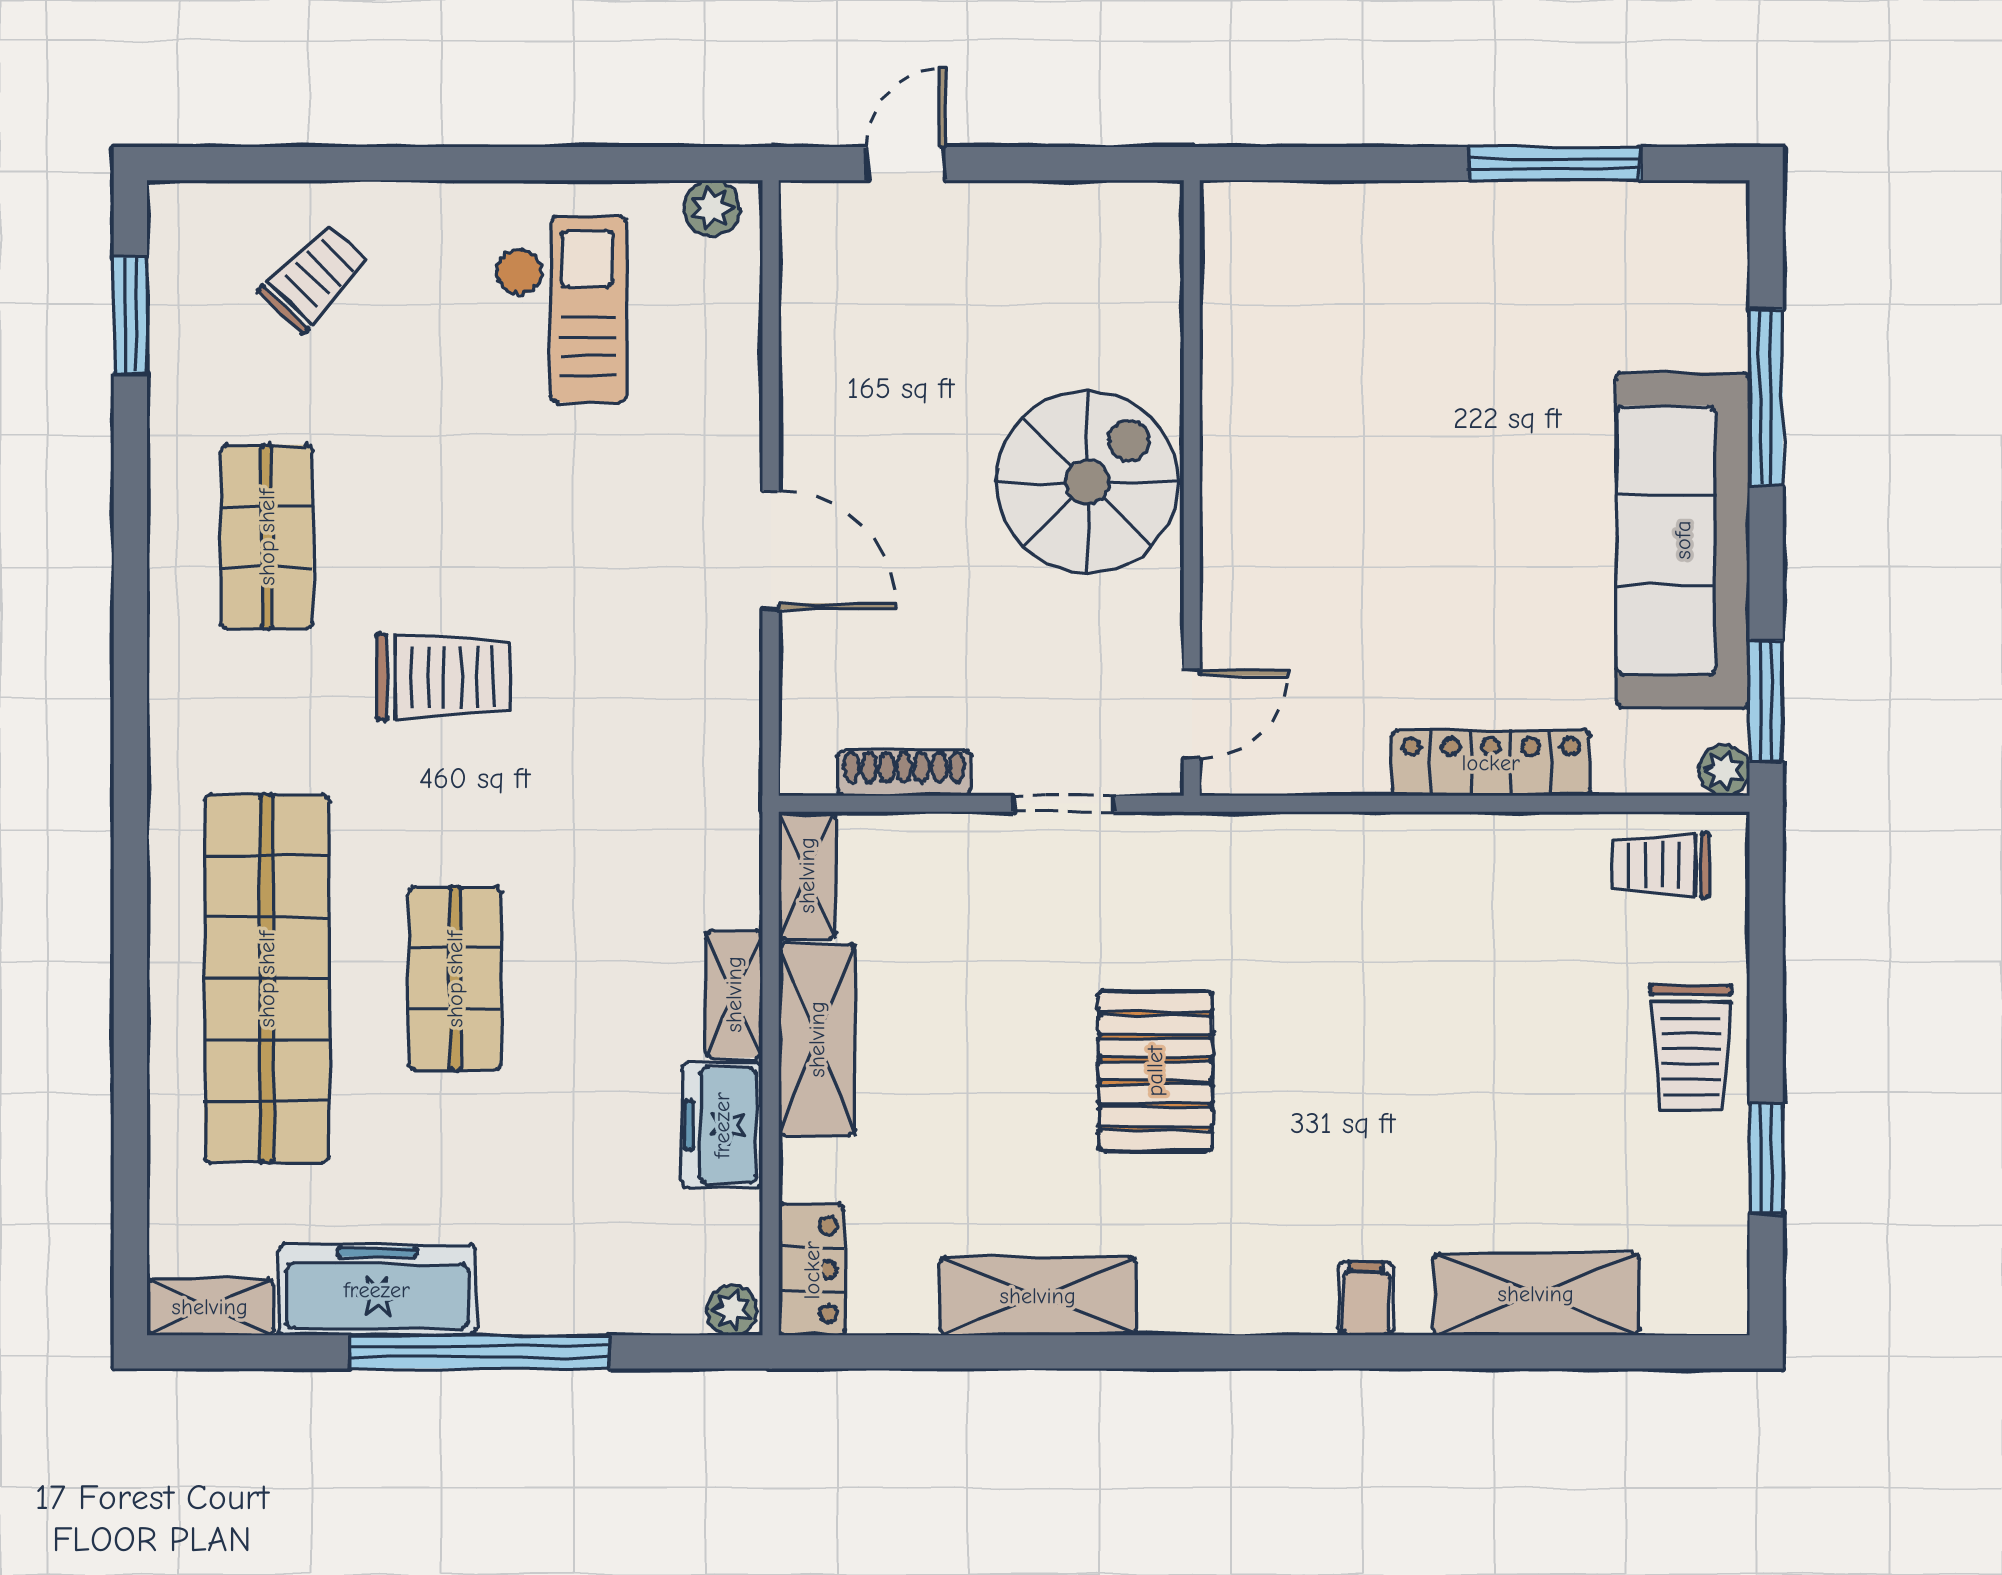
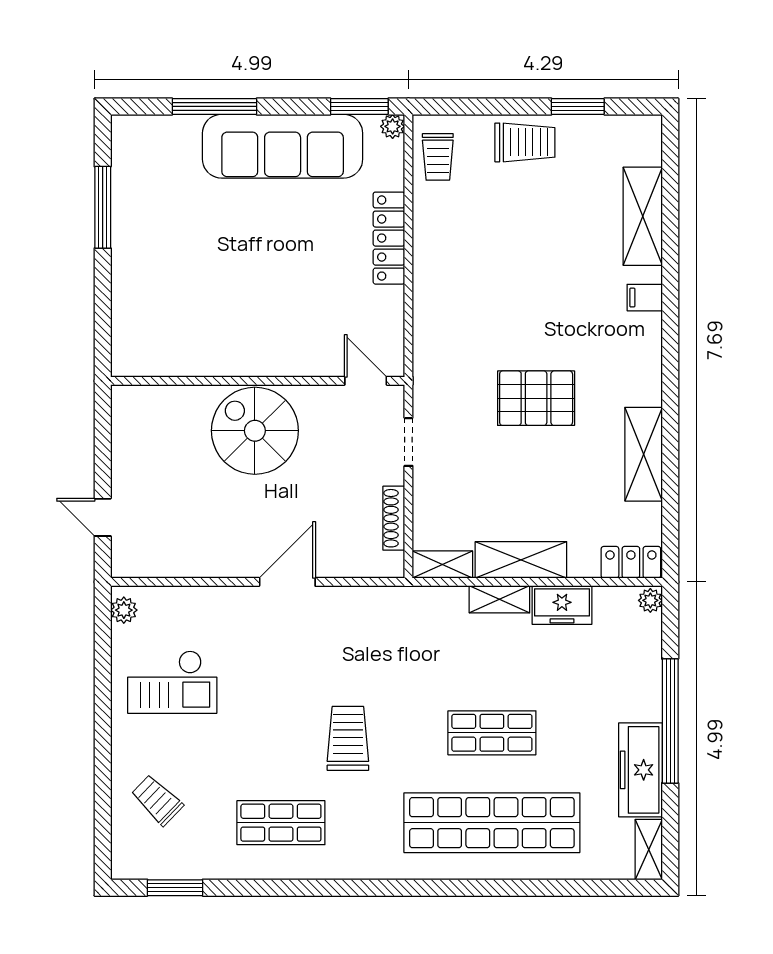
checkout: (561, 309) -> (172, 682), turned 180

